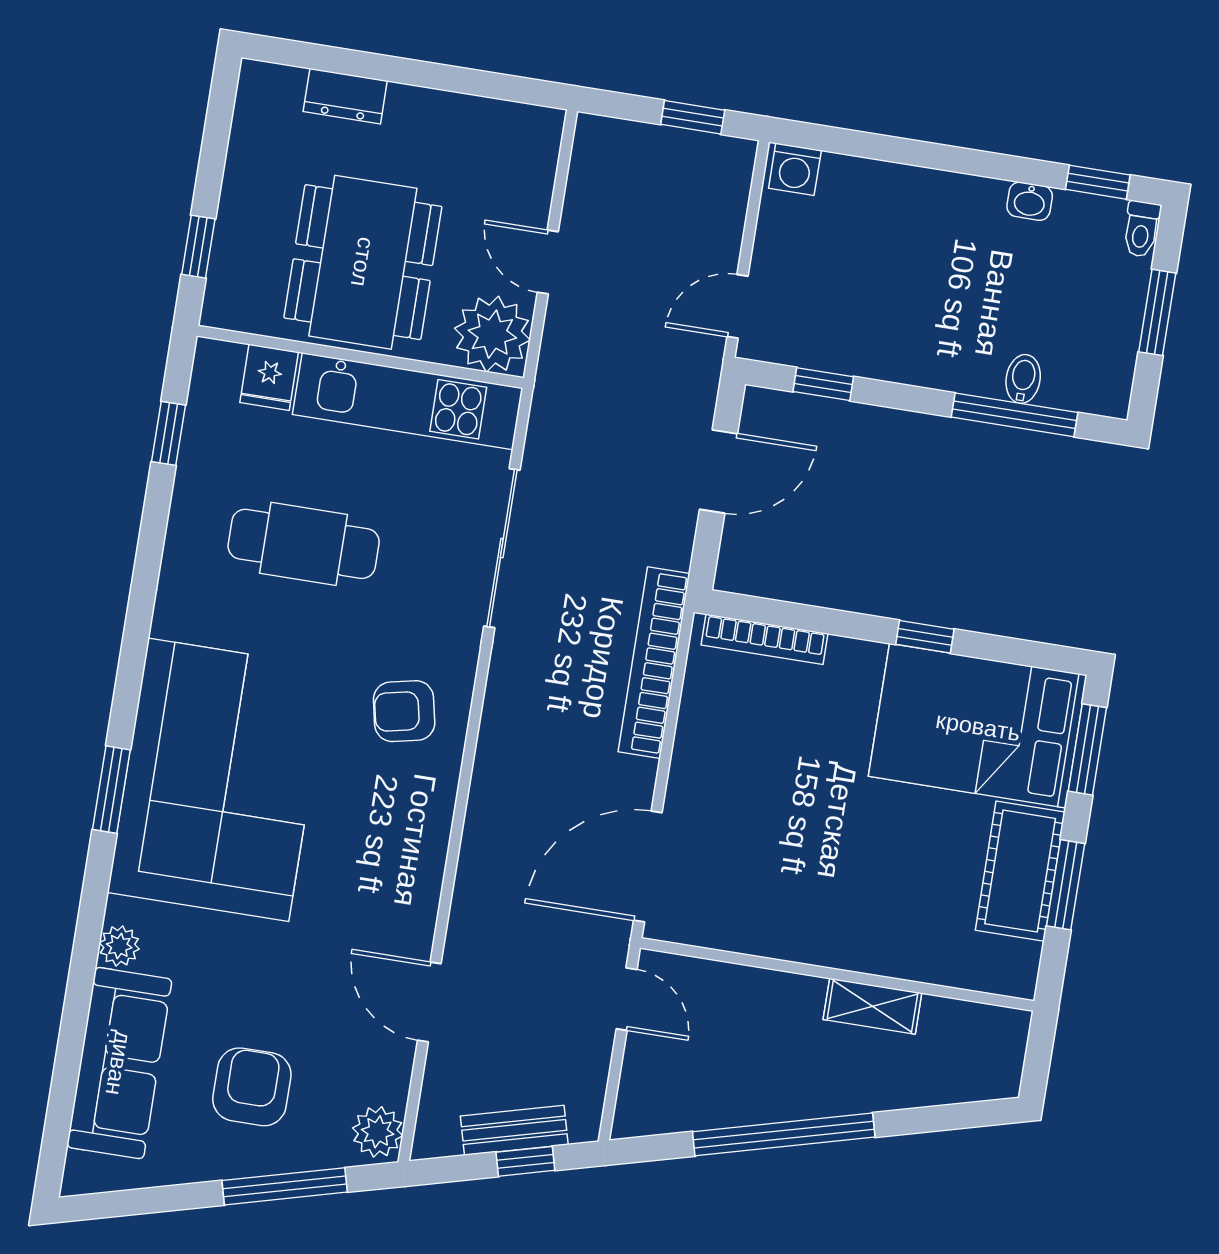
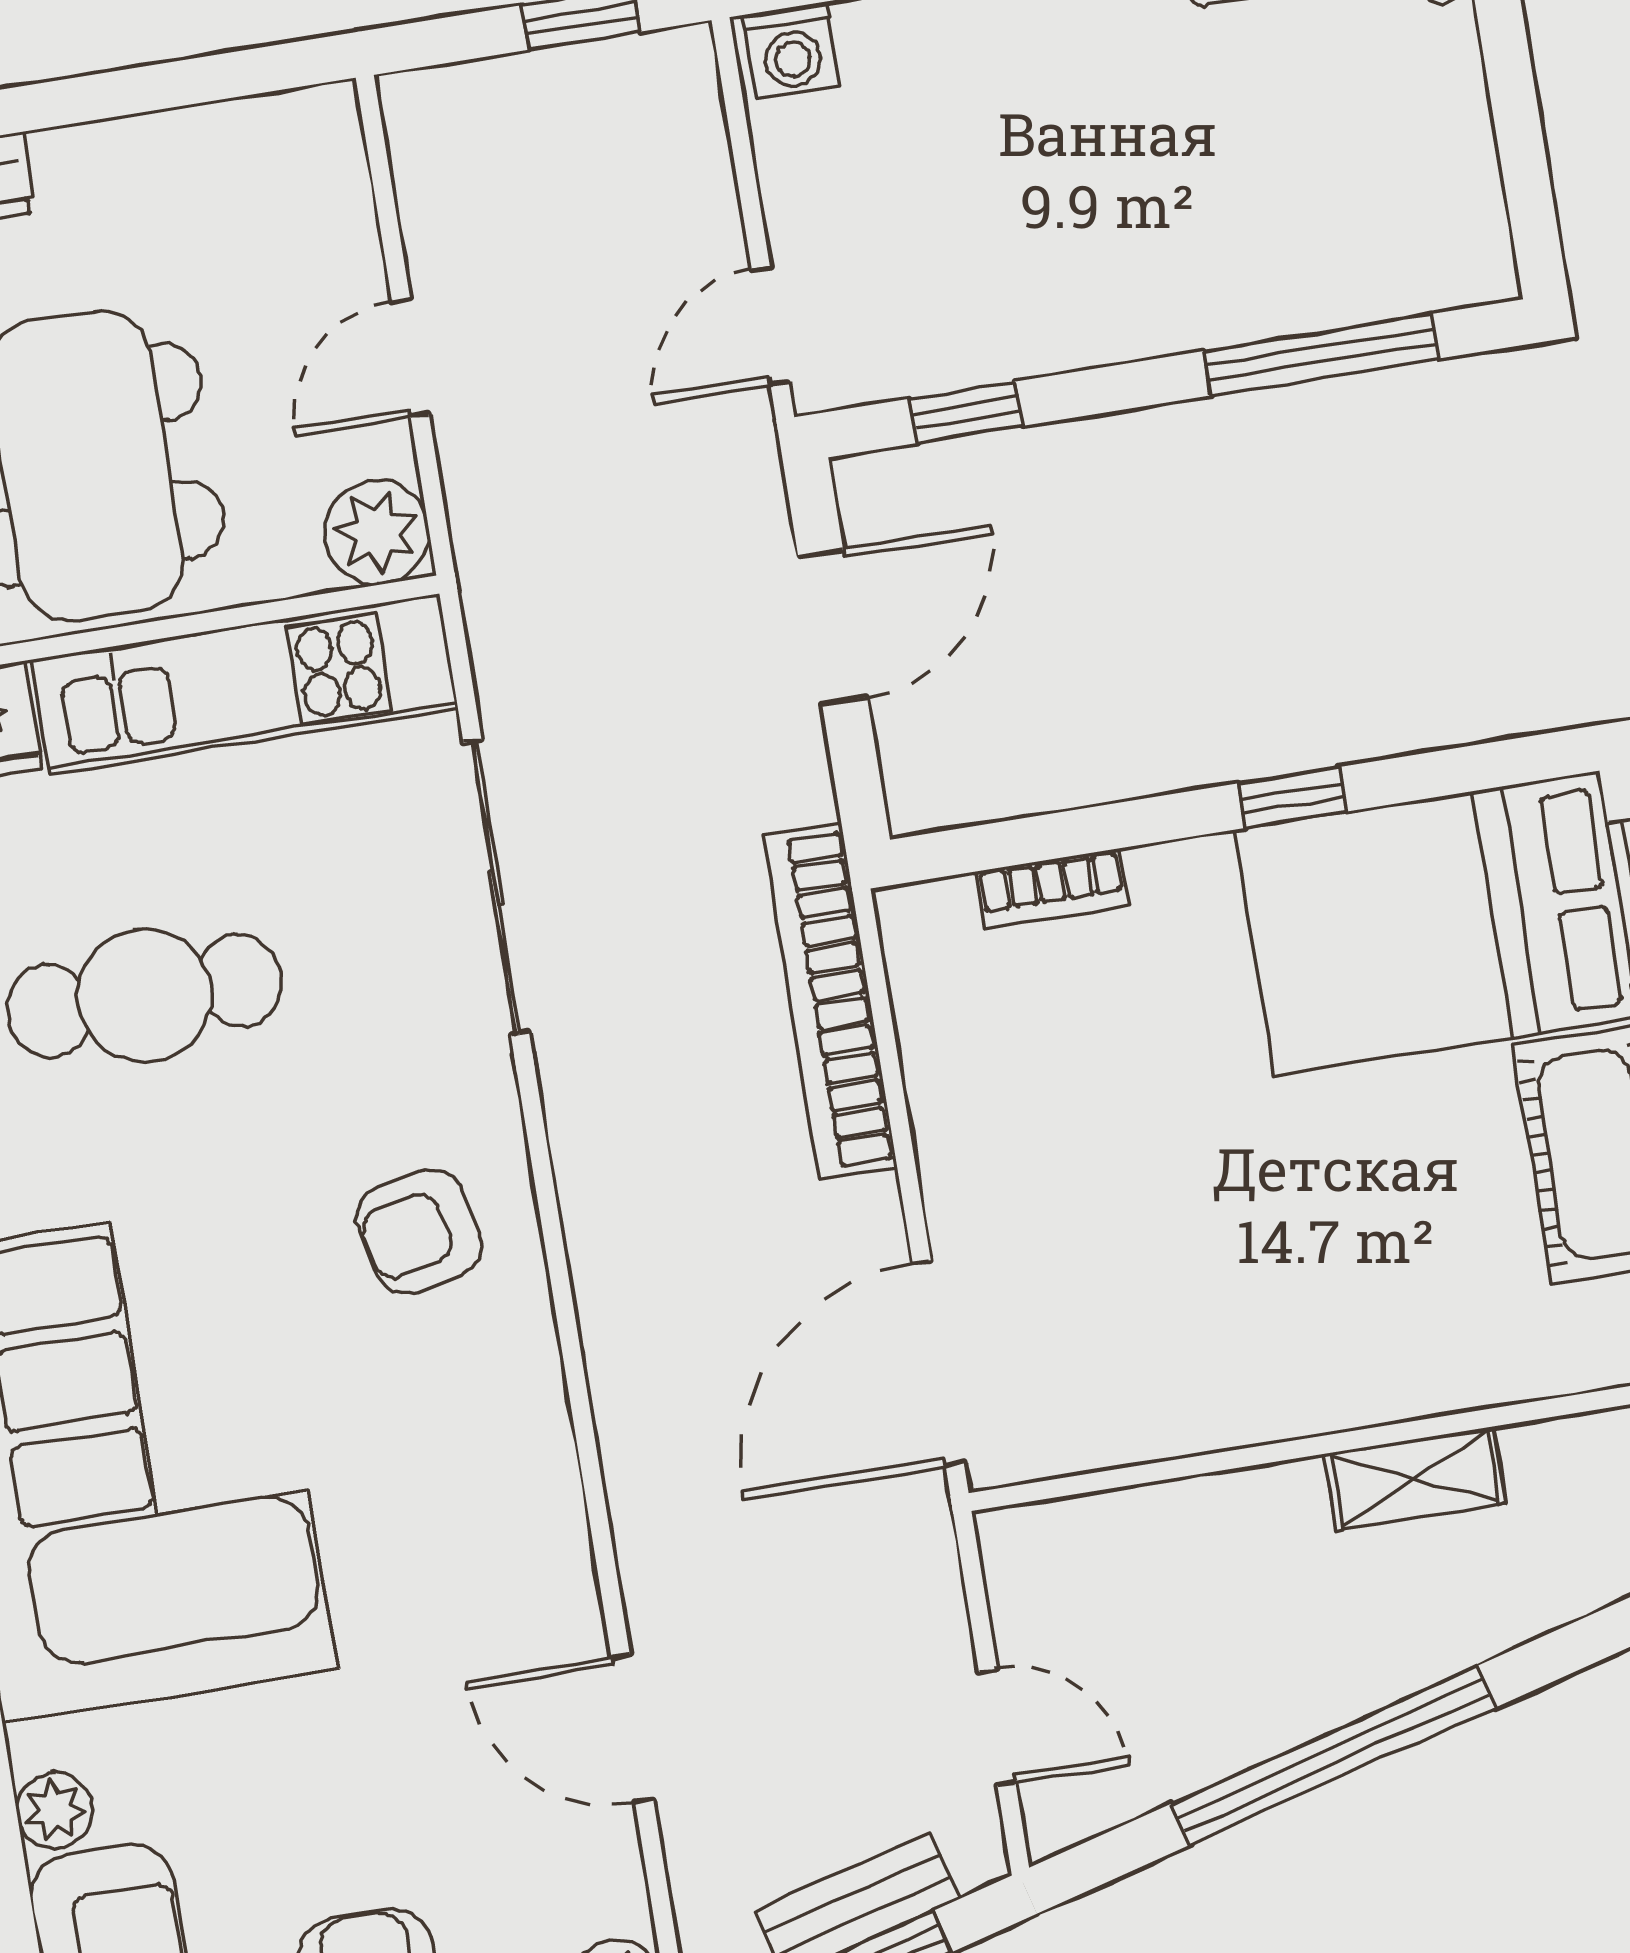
door: (548, 262) -> (410, 358), hinge flipped
window: (1157, 312) -> (1512, 91), removed
plant: (492, 334) -> (377, 532), width x0.73, depth x0.73
bidet: (1023, 379) -> (1315, 287), removed
bookcase: (764, 639) -> (1052, 889), width x0.64
door: (627, 999) -> (997, 1728), moved

